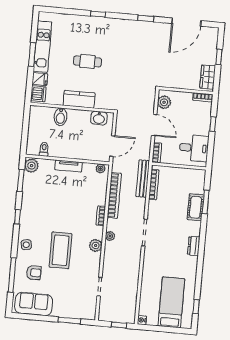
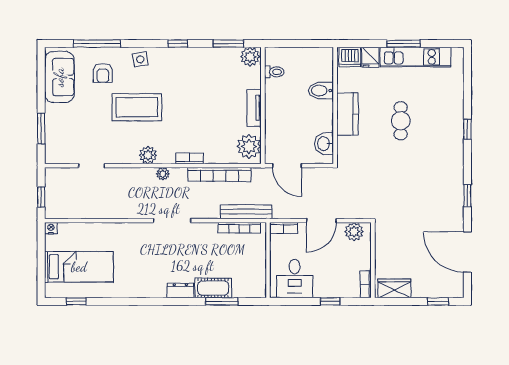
window: (219, 57) -> (438, 301), moved
plant: (101, 169) -> (249, 147), width x1.88, depth x1.88
dresser: (194, 246) -> (180, 291), moved

